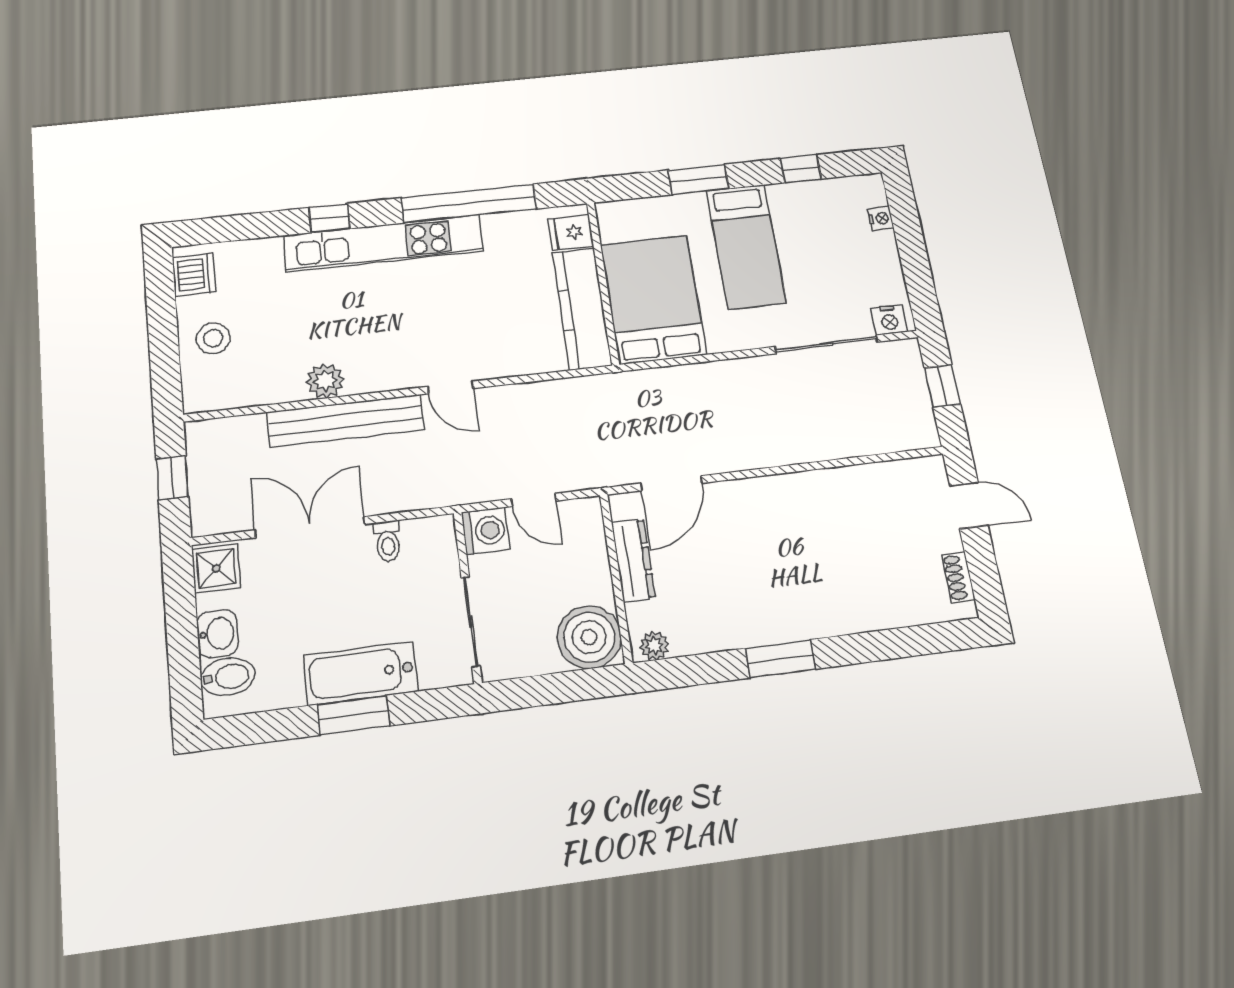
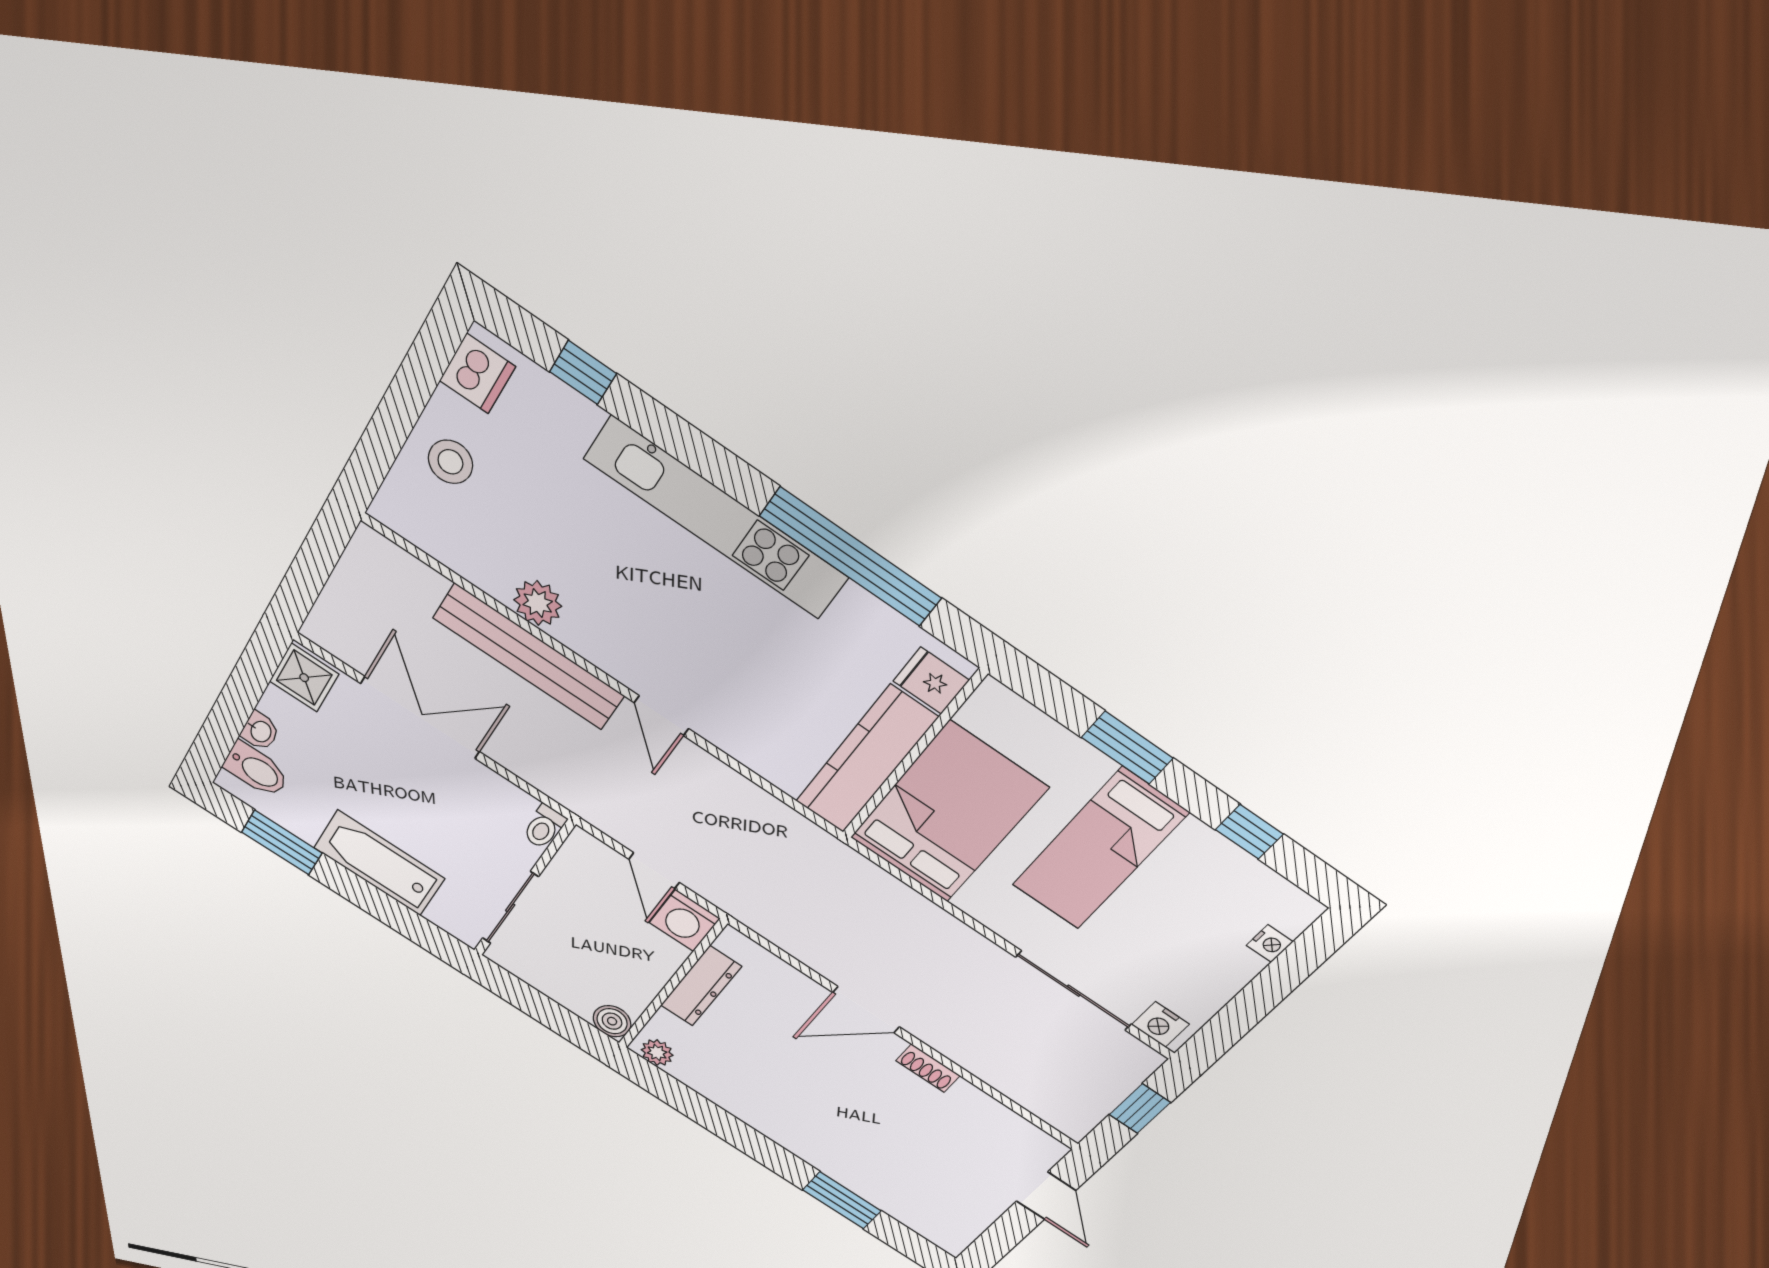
window: (329, 218) -> (583, 373), moved
window: (172, 478) -> (314, 564), removed
door: (671, 483) -> (866, 1010), moved
washing machine: (486, 531) -> (685, 920), moved, turned 90
toilet: (388, 541) -> (544, 827), moved
shoe rack: (958, 577) -> (928, 1068), moved, turned -90
washbasin: (217, 634) -> (260, 731), width x0.72, depth x0.69
boiler: (589, 637) -> (612, 1021), width x0.54, depth x0.54
window: (780, 659) -> (842, 1200), moved
window: (353, 715) -> (282, 843), moved

